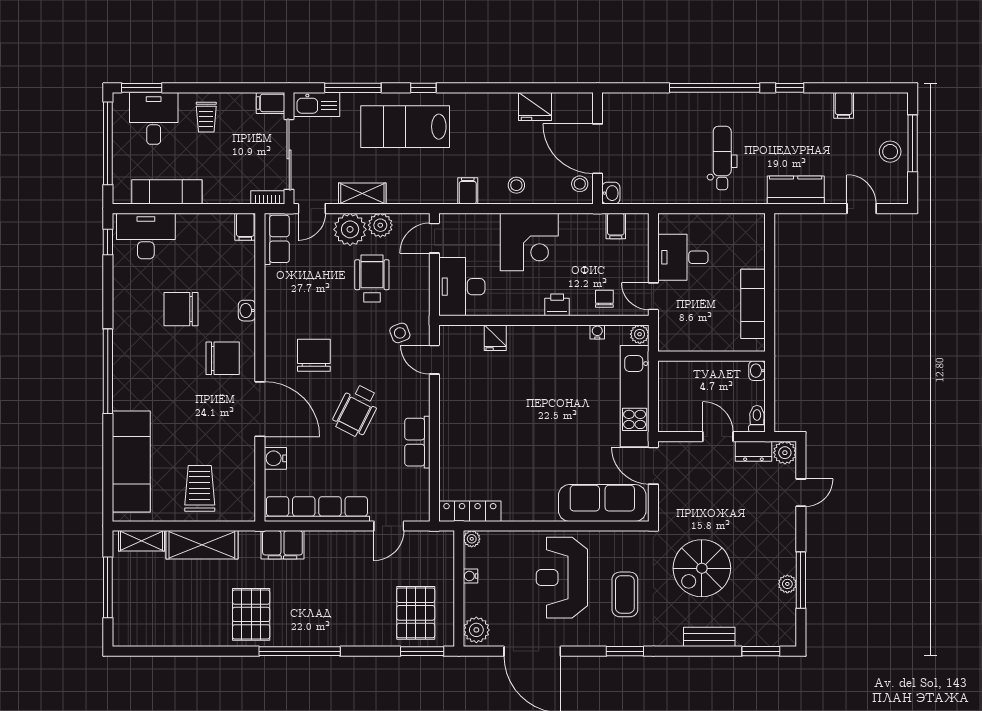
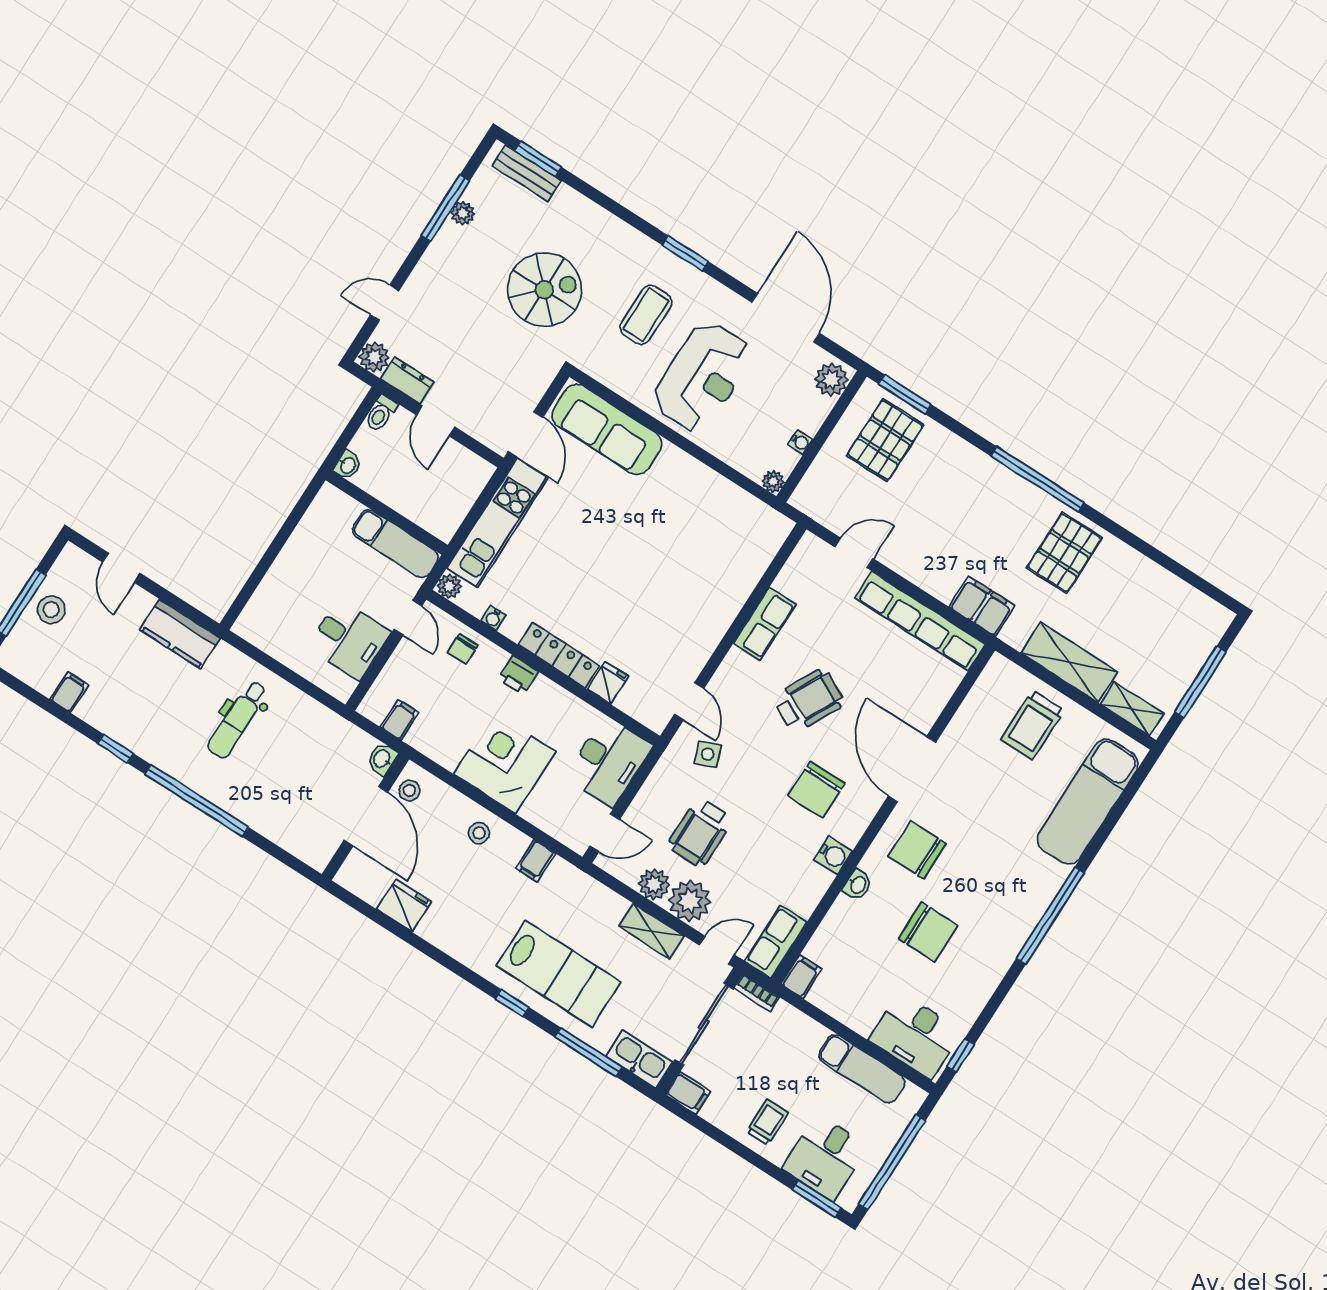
exam couch: (753, 304) -> (395, 544), moved, turned 90
water cooler: (275, 458) -> (833, 855), moved
locker: (470, 511) -> (559, 655), moved, turned 180
bench: (709, 637) -> (527, 173), moved

